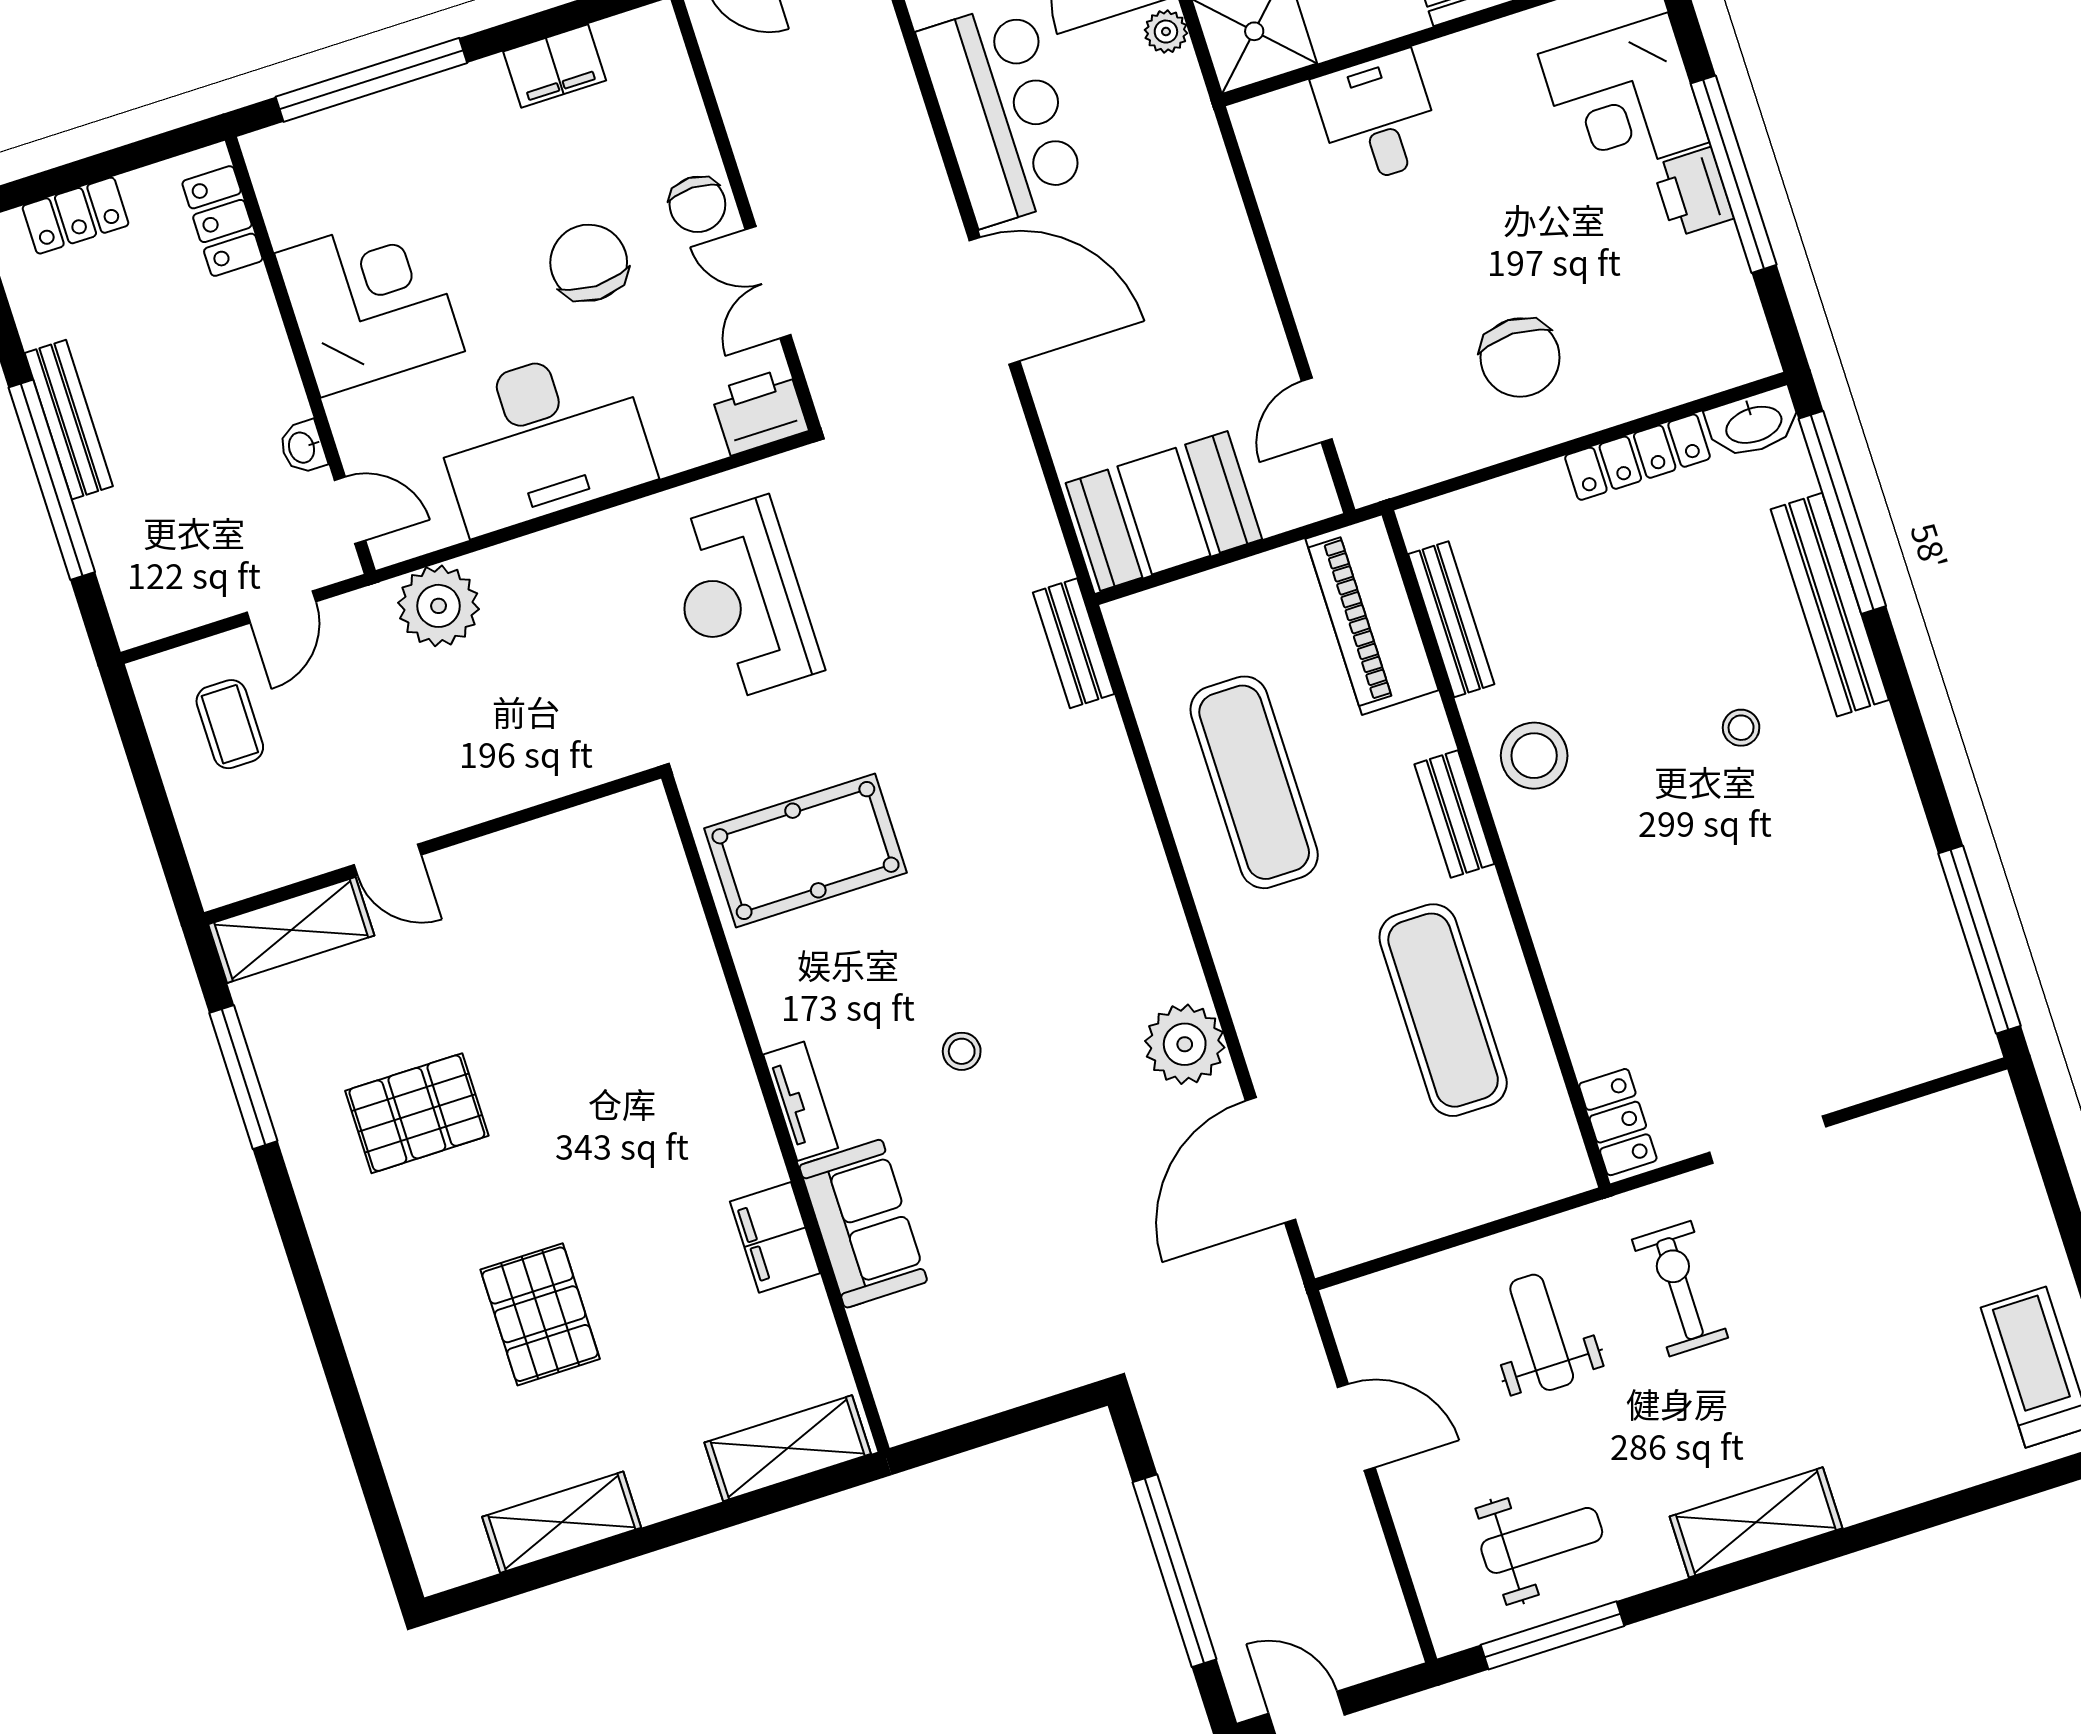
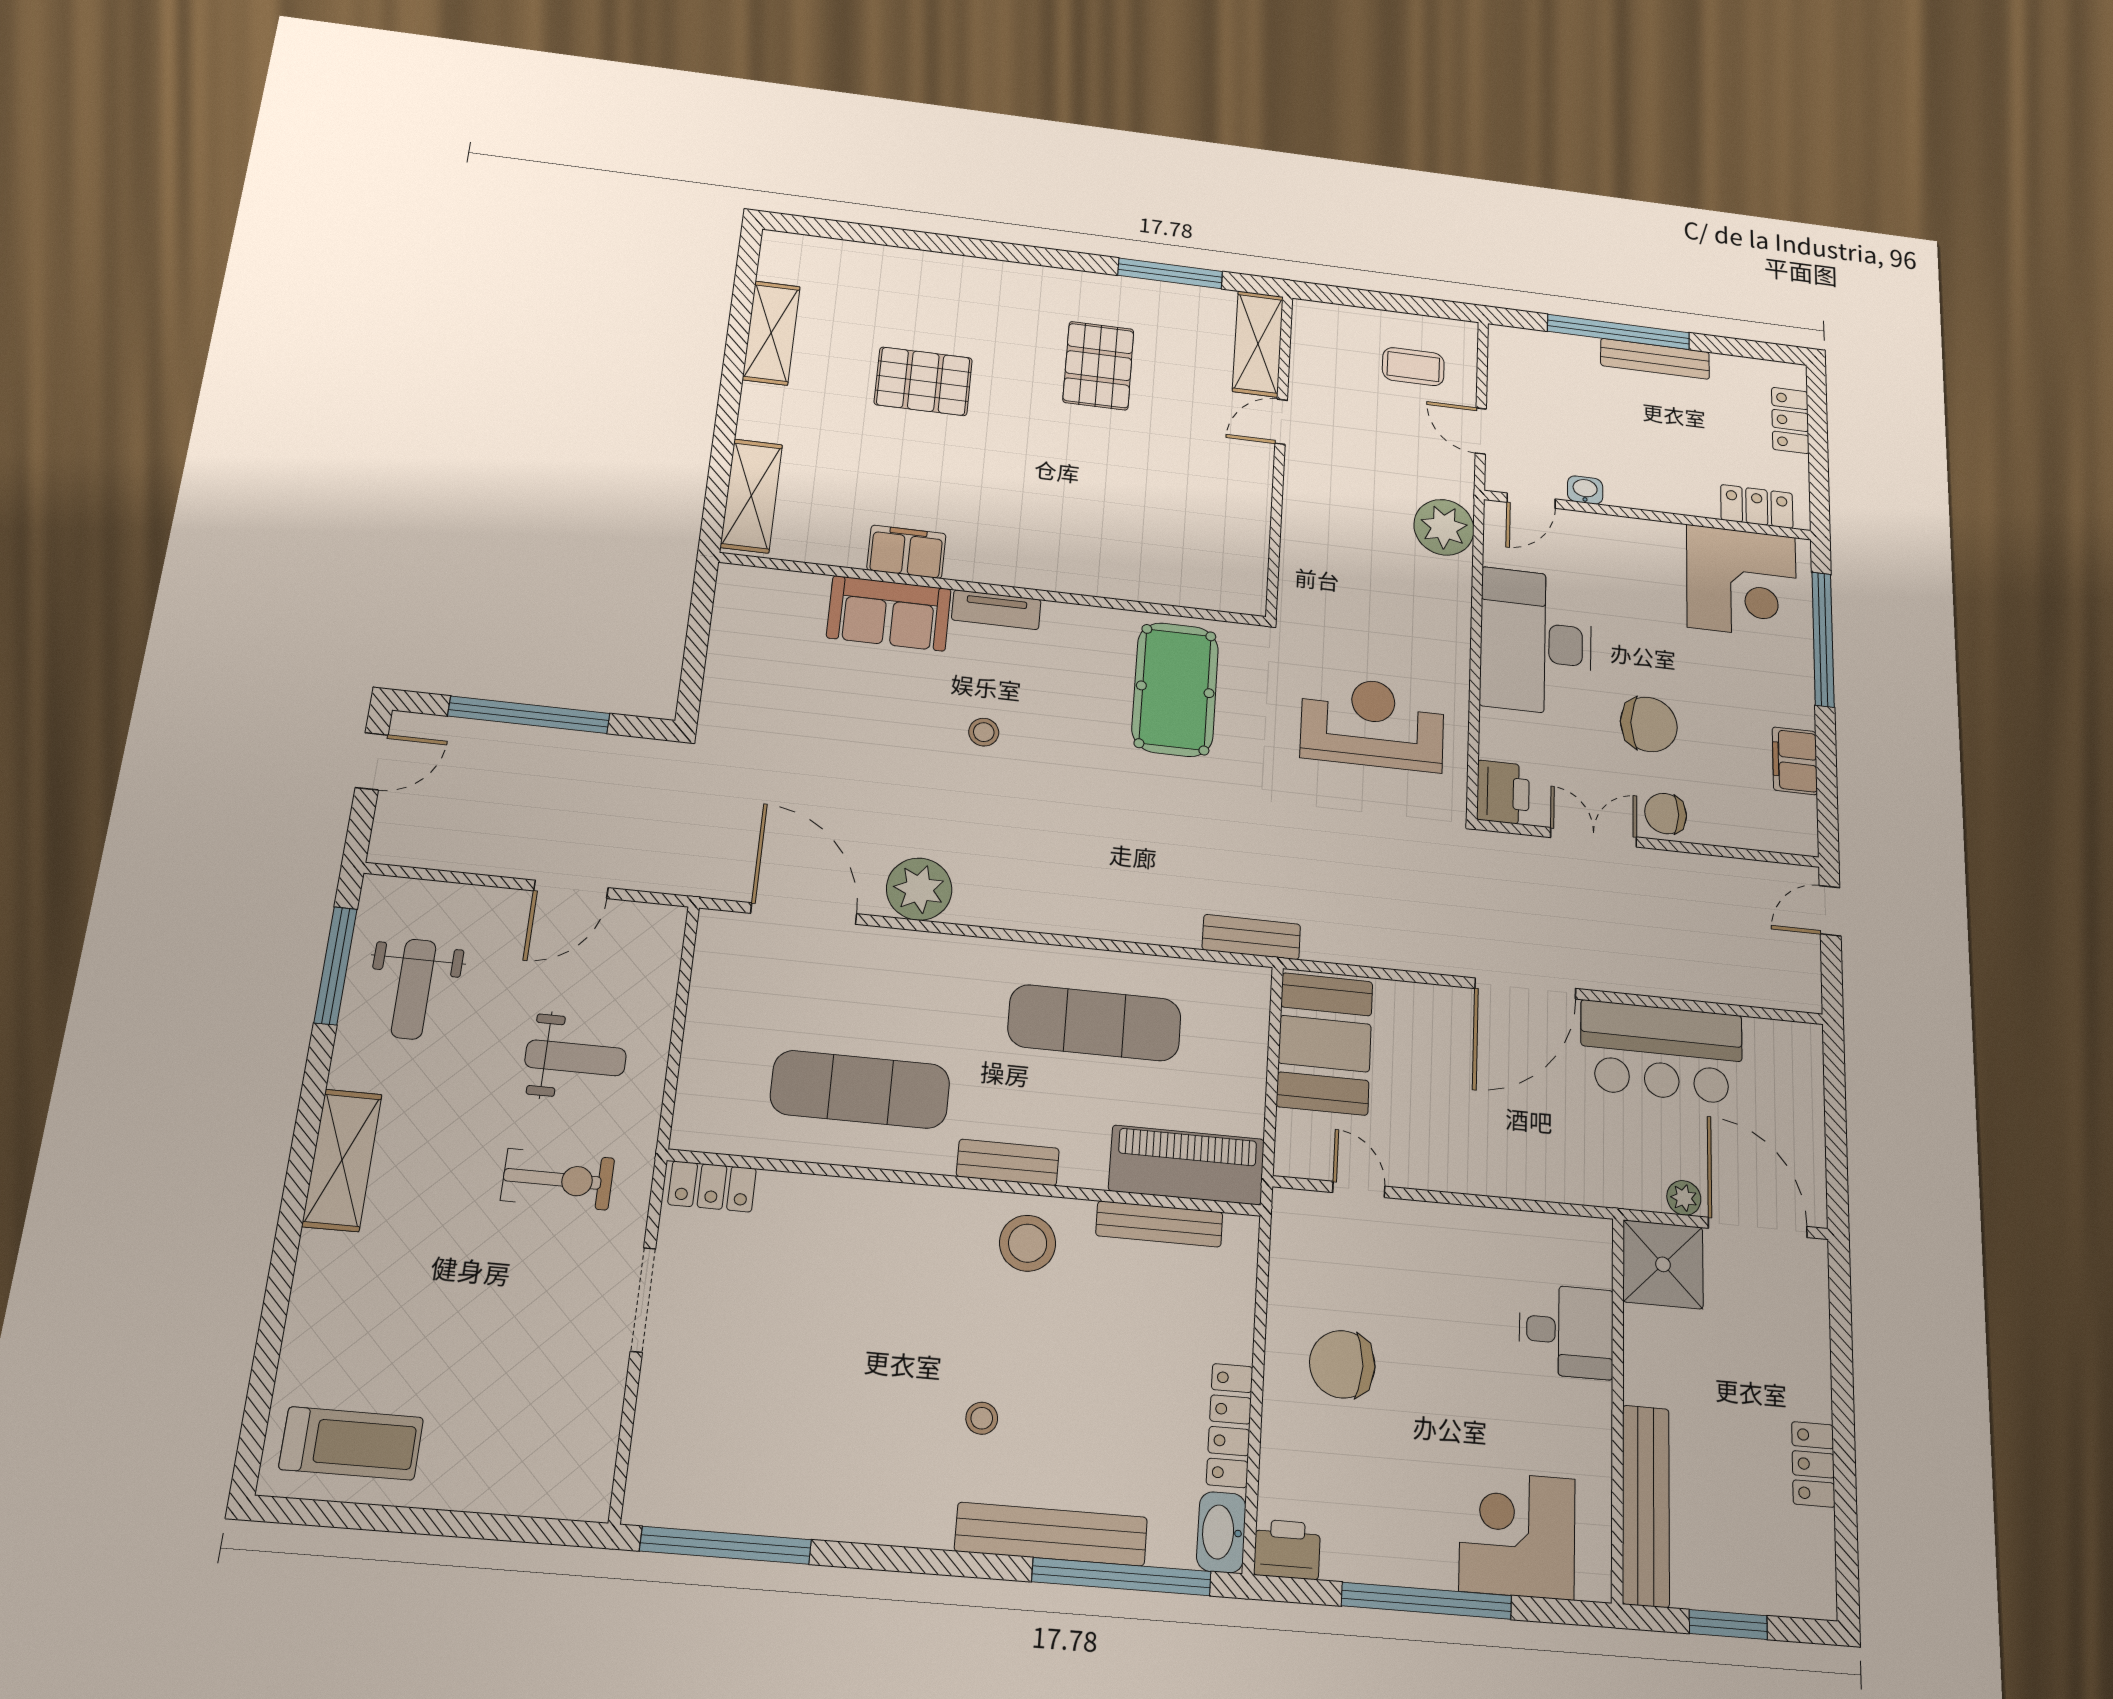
printer: (1693, 192) -> (1287, 1549), moved
corner desk: (370, 302) -> (1742, 582), moved

